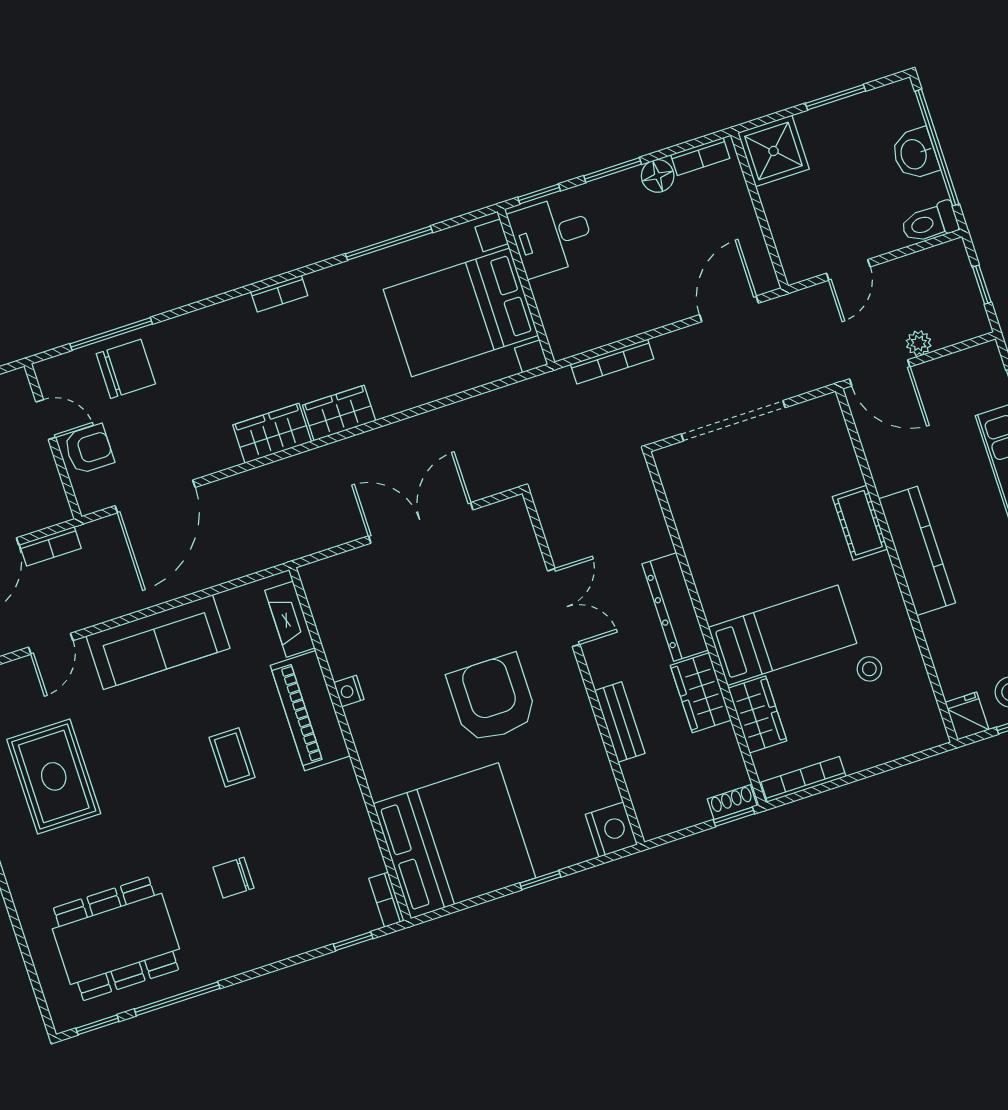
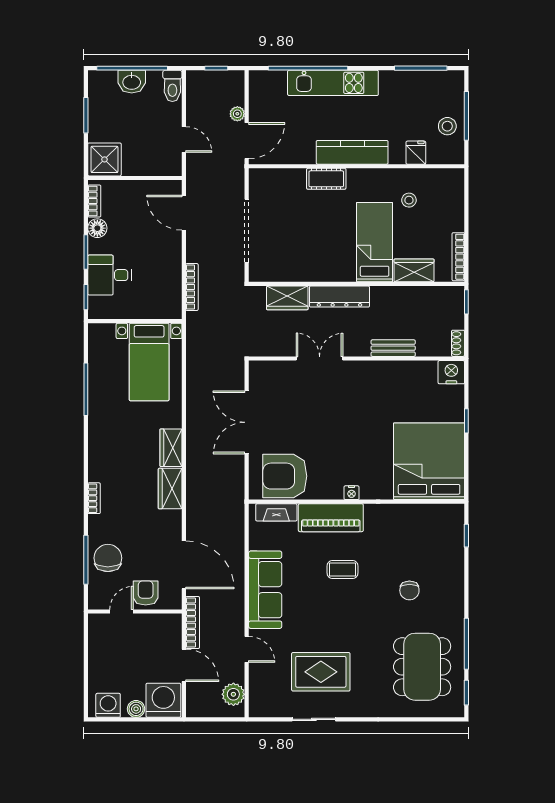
desk: (552, 236) -> (109, 275), moved, turned 90
bookcase: (279, 294) -> (94, 498), moved
bed with nightstands: (461, 312) -> (149, 362), width x0.73
bookcase: (50, 546) -> (193, 622), width x1.56
nightstand: (349, 691) -> (352, 493), moved
wardrobe: (701, 693) -> (287, 298), moved
armchair: (492, 699) -> (285, 476), moved
fridge: (967, 716) -> (416, 153), moved, turned 90
shoe rack: (732, 802) -> (458, 343), moved
bookcase: (386, 900) -> (449, 510), removed

